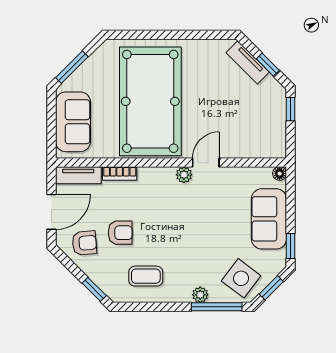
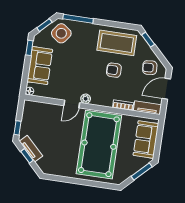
tv unit: (248, 62) -> (31, 149), moved
armchair: (120, 233) -> (114, 70), moved
coffee table: (146, 276) -> (117, 43), width x1.86, depth x1.72
plant: (200, 295) -> (87, 27), removed

